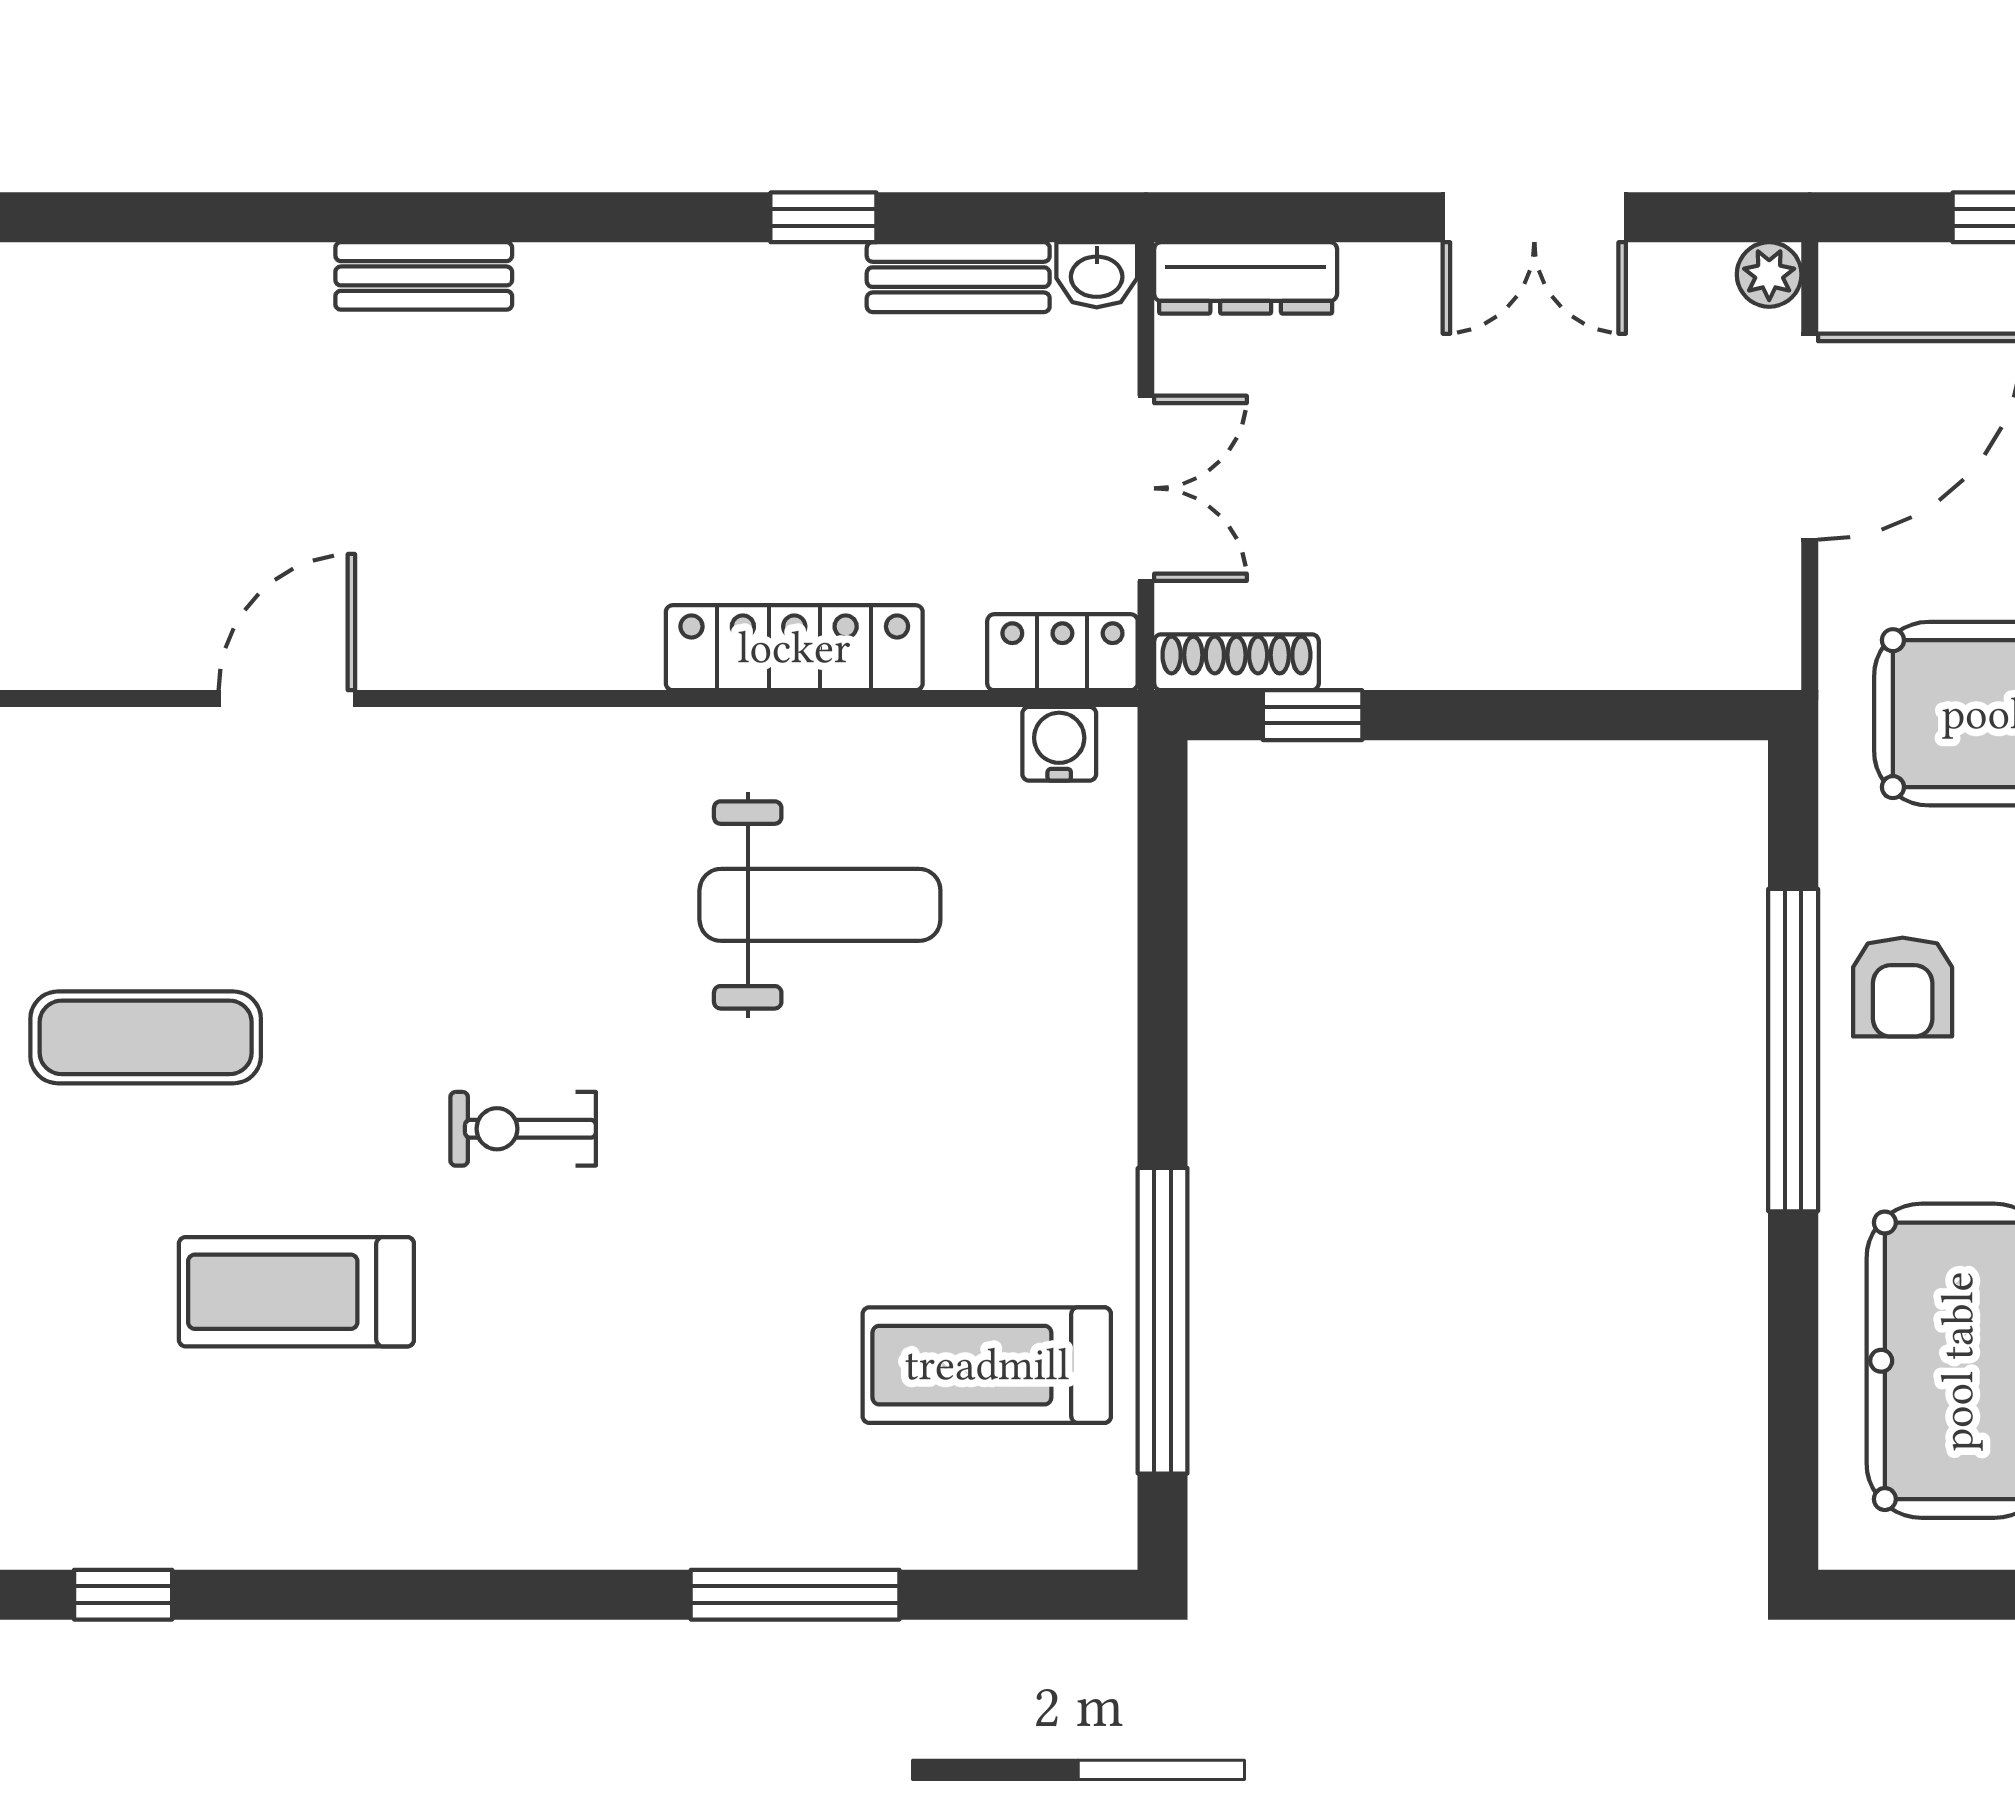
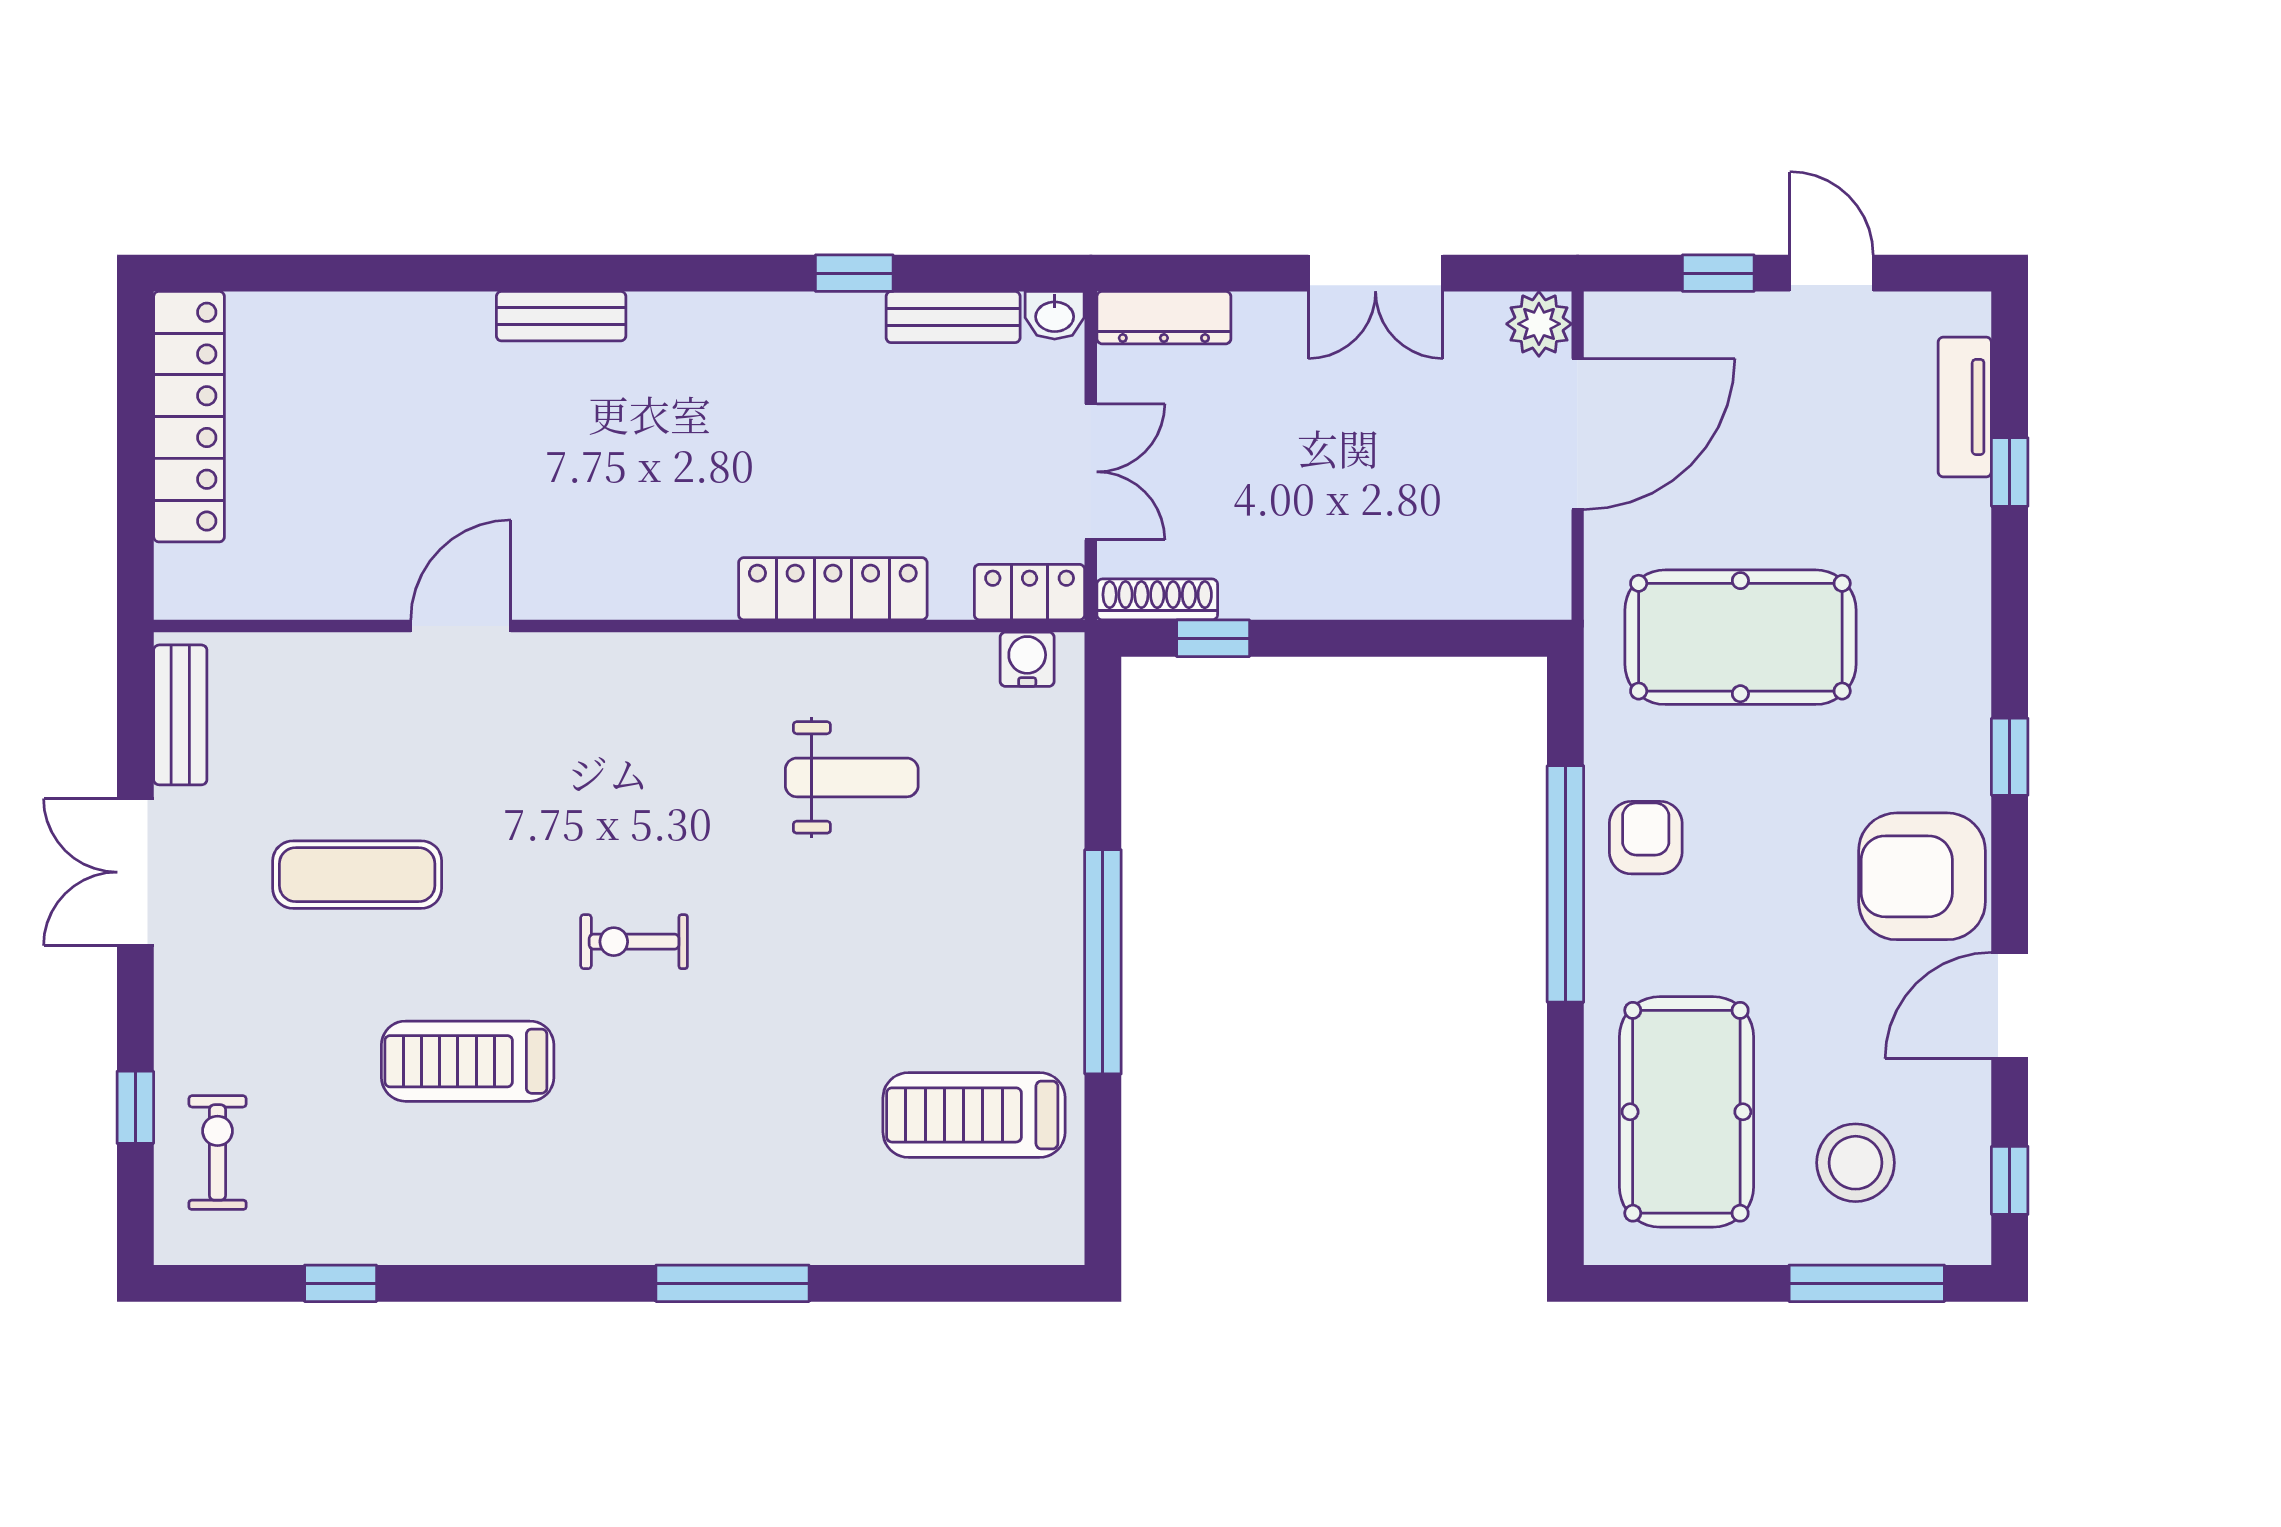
plant: (1769, 274) -> (1539, 324), width x1.38, depth x1.38
weight bench: (820, 905) -> (852, 777), width x0.73, depth x0.75
armchair: (1903, 987) -> (1646, 838), turned 180
window: (1163, 1321) -> (1103, 962), moved
window: (795, 1595) -> (732, 1283), moved

